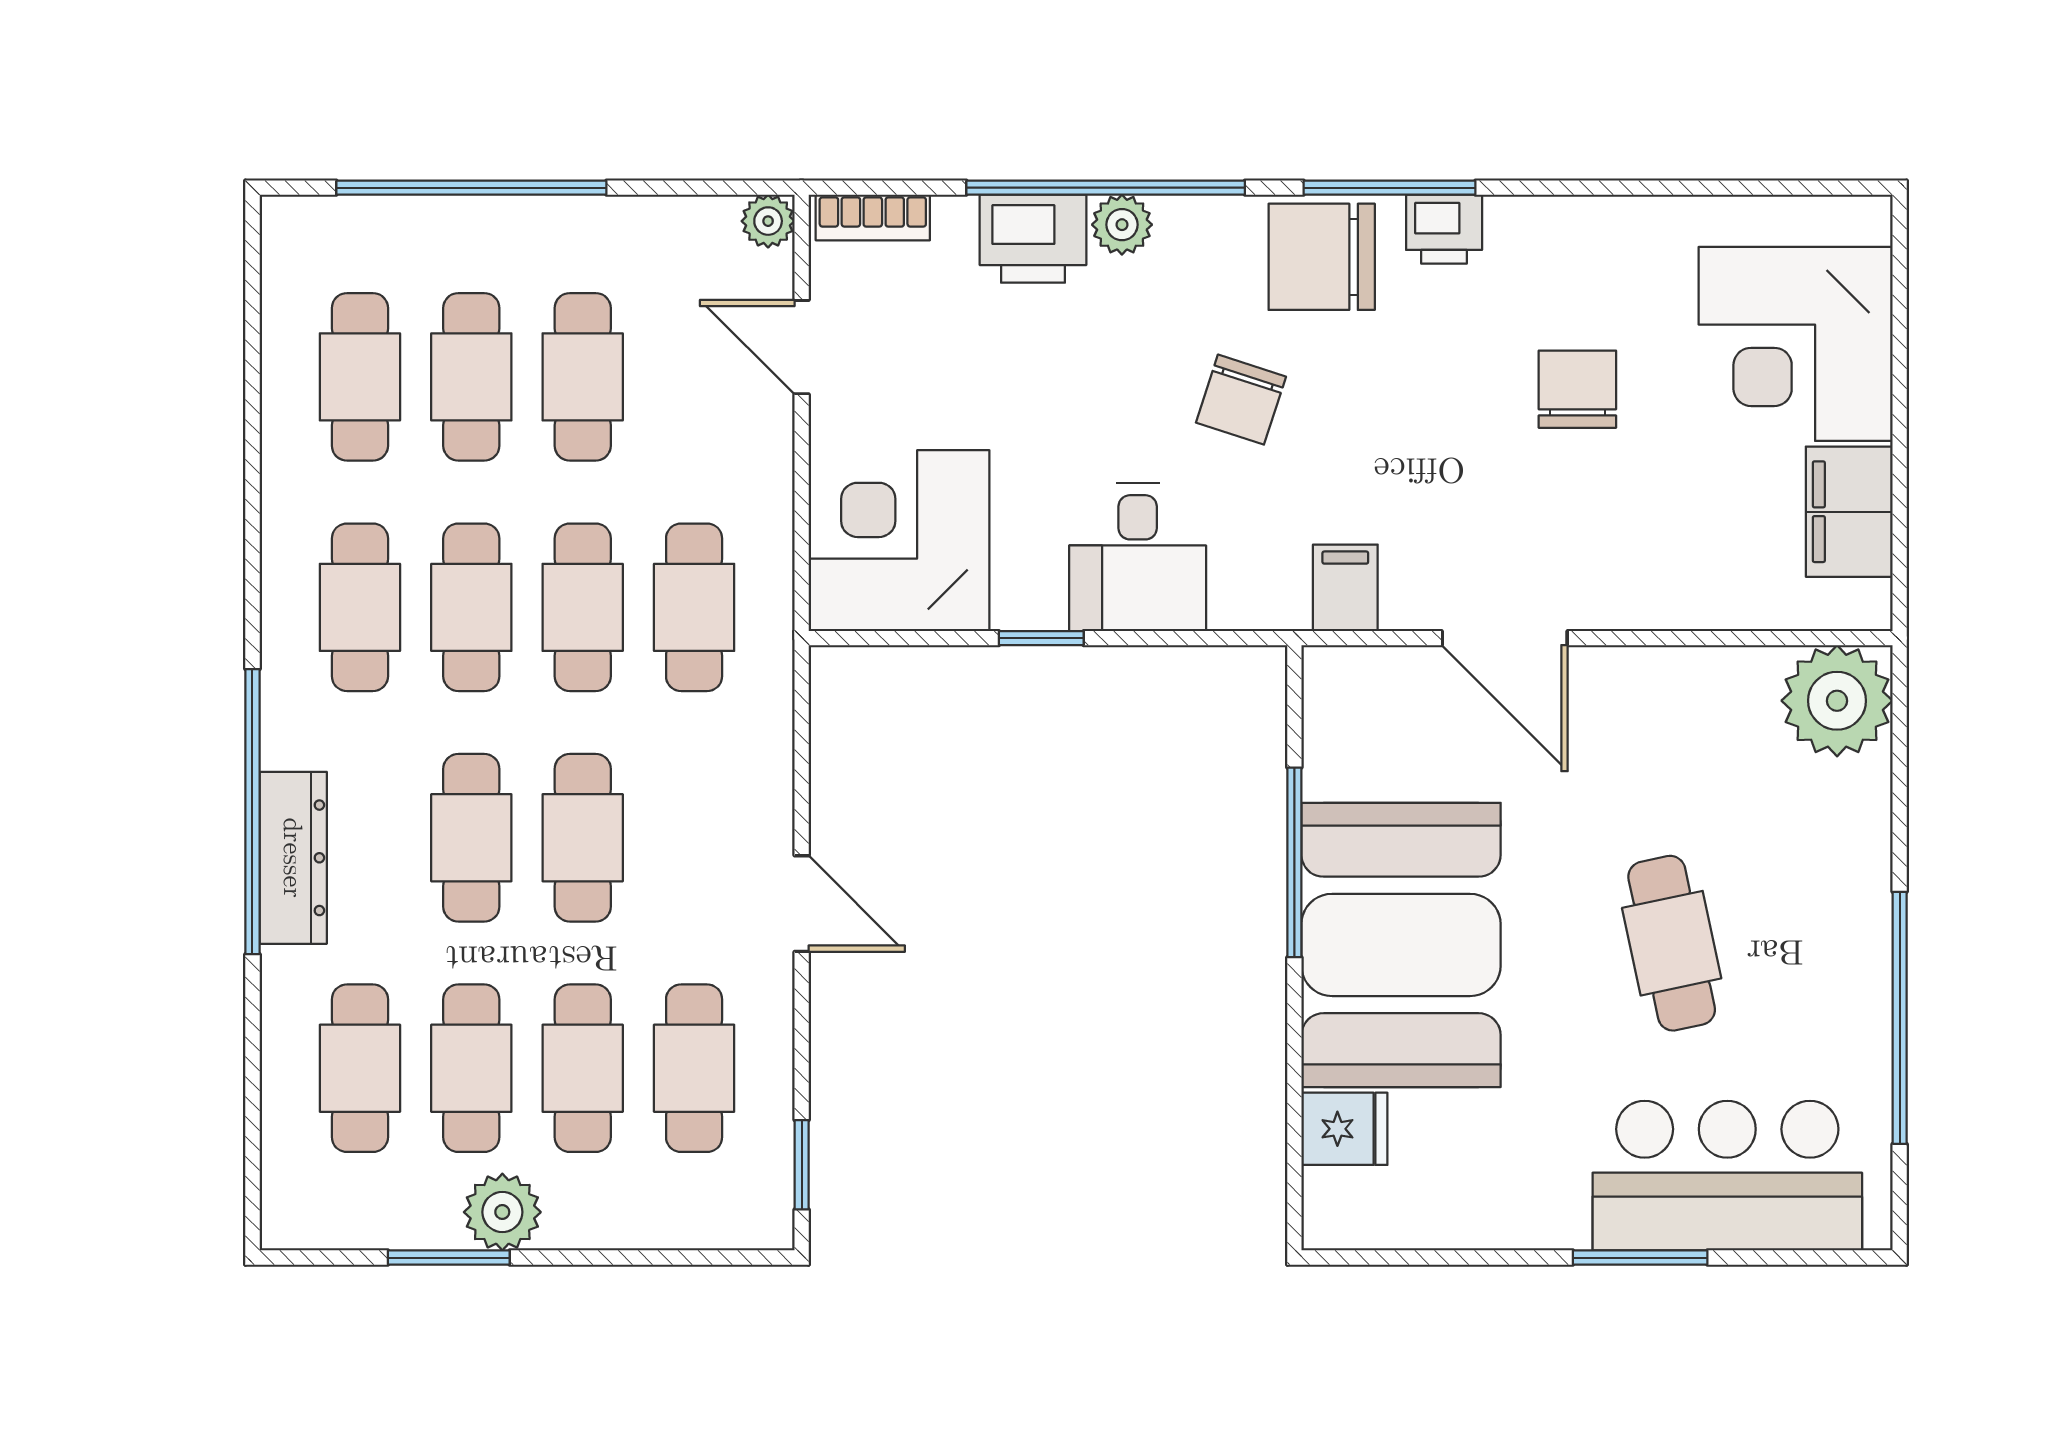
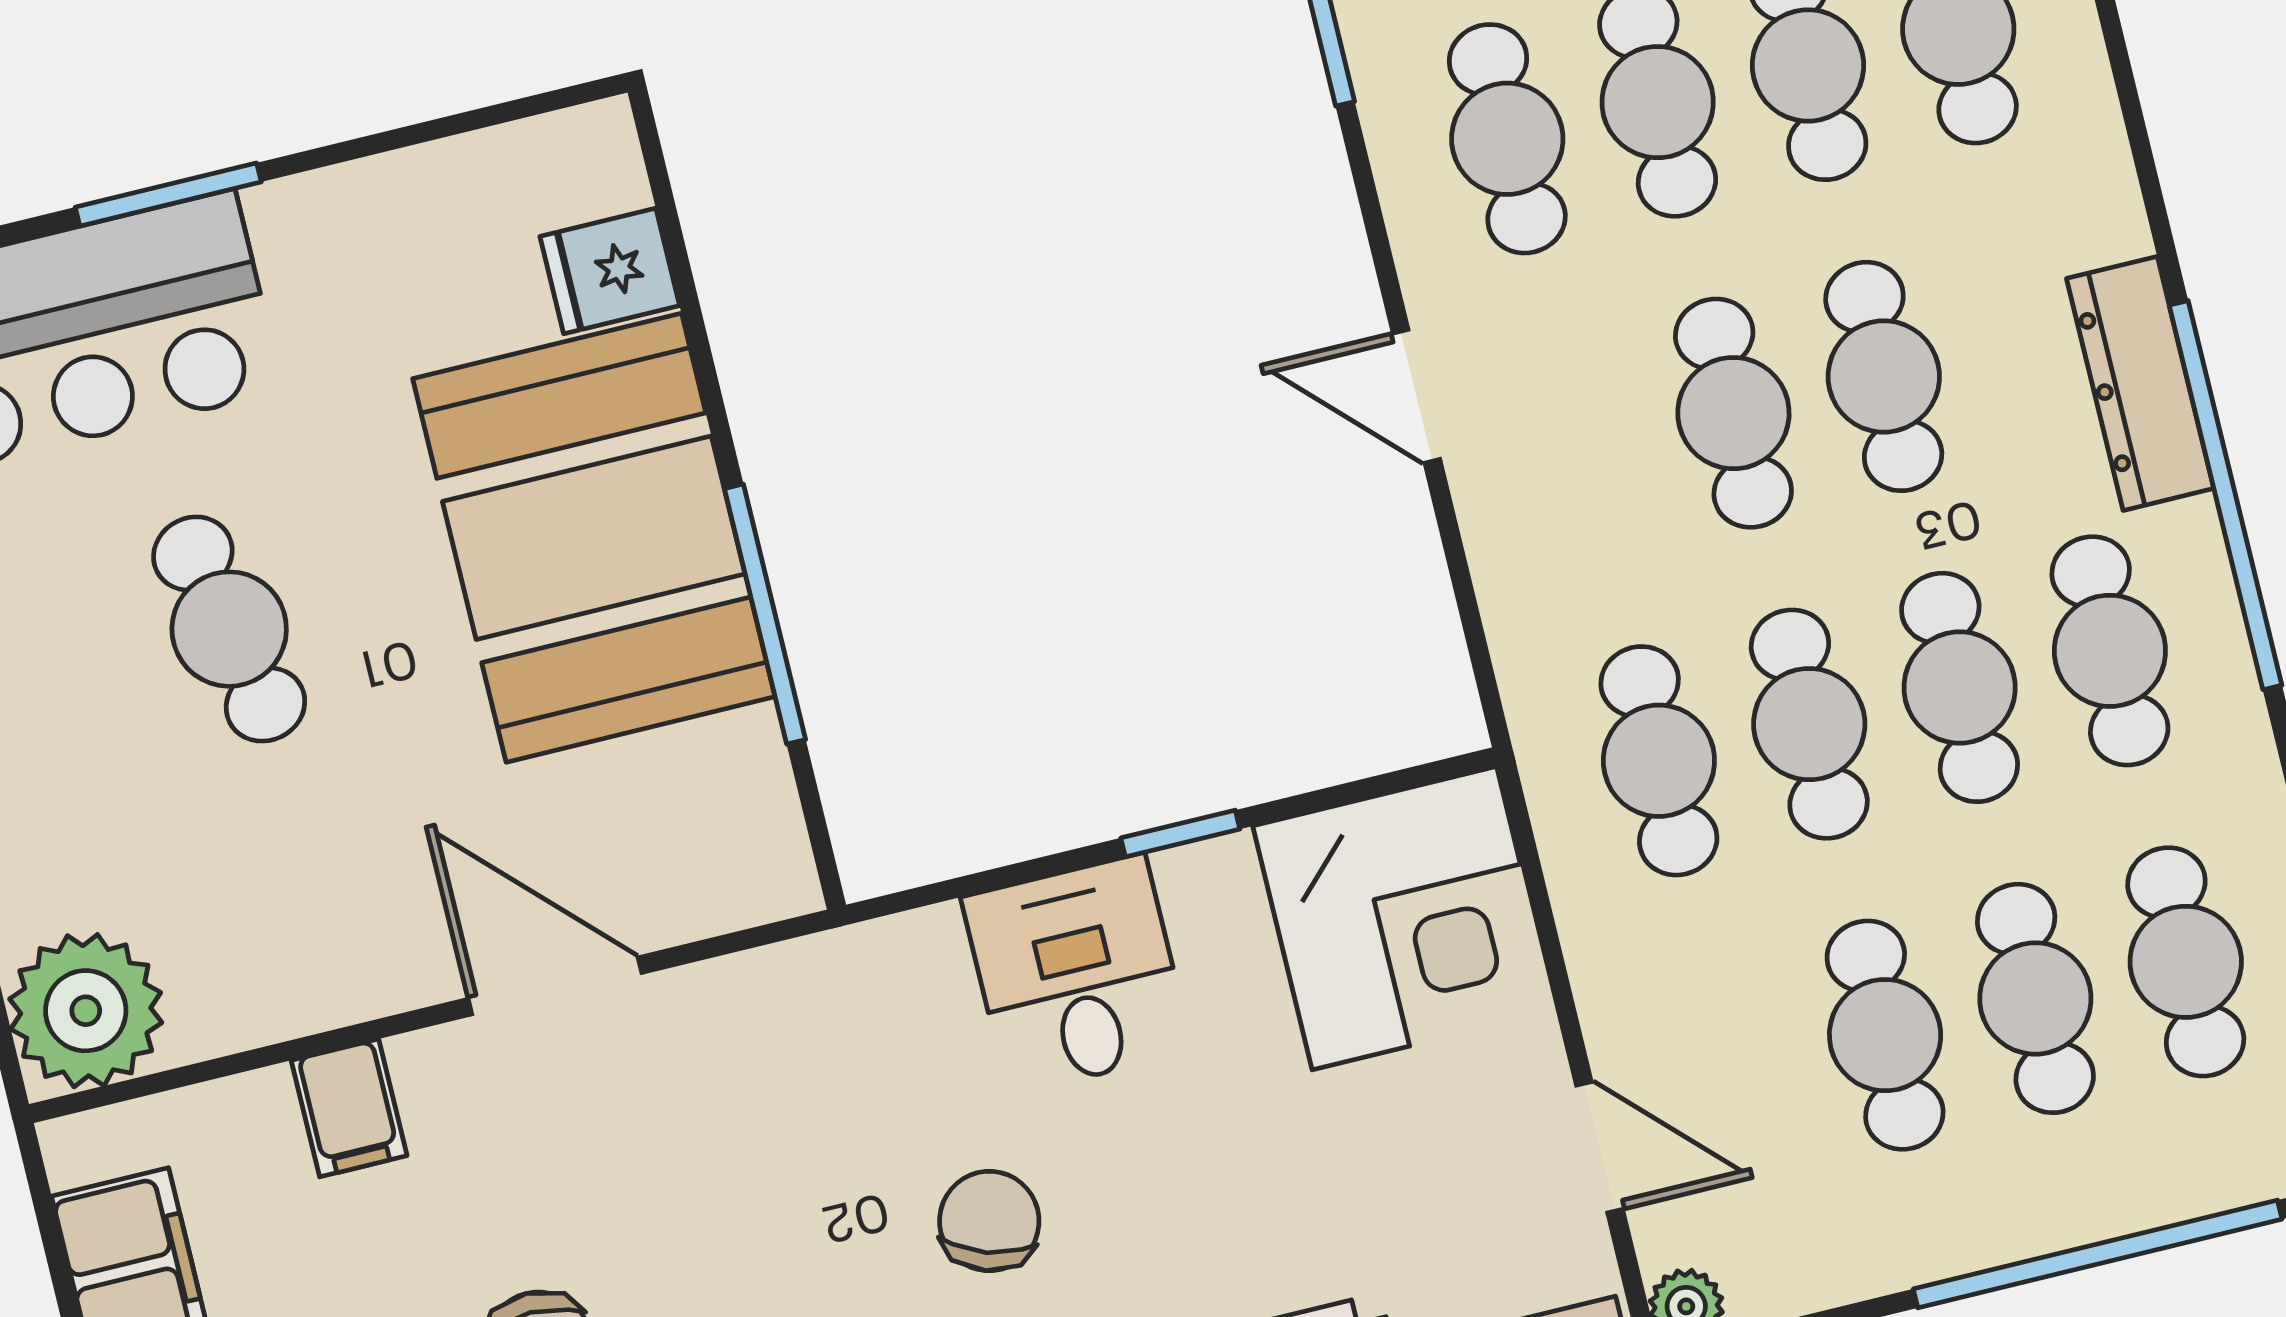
filing cabinet: (1345, 588) -> (349, 1108), moved
window: (252, 812) -> (2226, 495), moved
dresser: (293, 858) -> (2140, 383), moved

